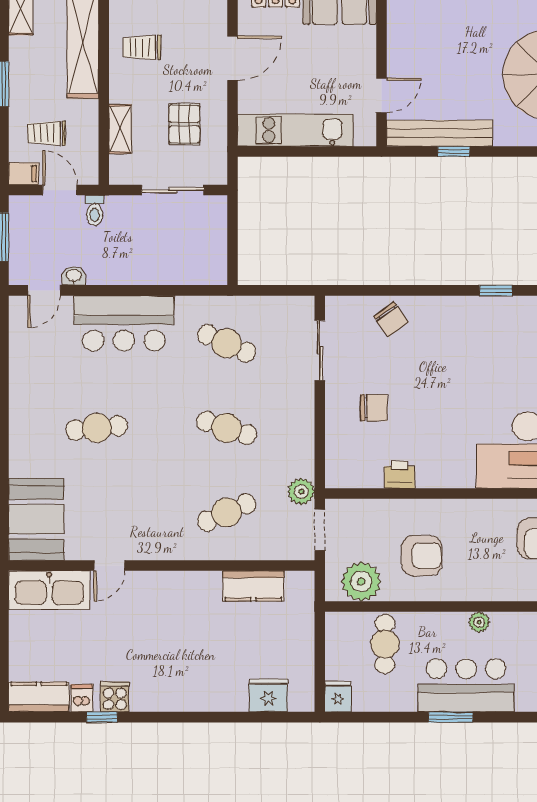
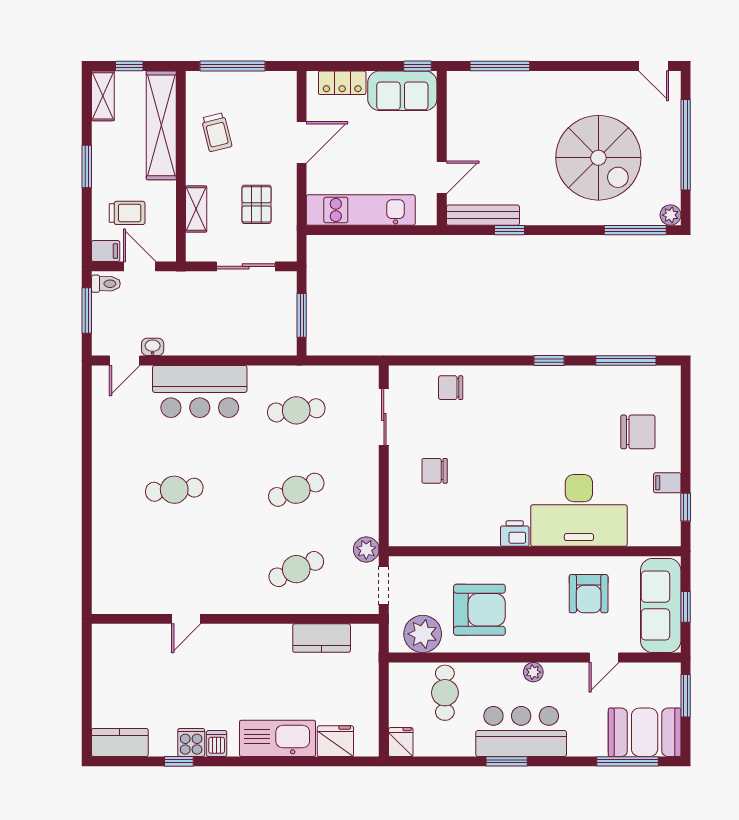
trolley: (142, 47) -> (217, 132), turned -104
trolley: (47, 133) -> (127, 213), turned 180
bench: (440, 133) -> (483, 215), width x0.73, depth x0.82
toilet: (95, 210) -> (106, 284), moved, turned -90
window: (232, 242) -> (302, 315), added
chair: (391, 319) -> (451, 388), turned 126
cafe table: (227, 343) -> (296, 410), turned -30
chair: (374, 408) -> (435, 471), turned 180
cafe table: (227, 428) -> (296, 490), turned -39
printer: (400, 475) -> (515, 534), moved
booth: (36, 519) -> (117, 576), removed
armchair: (422, 556) -> (479, 610), width x1.36, depth x1.36
kitchen sink: (49, 590) -> (277, 738), moved, turned 180
dishwasher: (82, 698) -> (217, 743), moved

